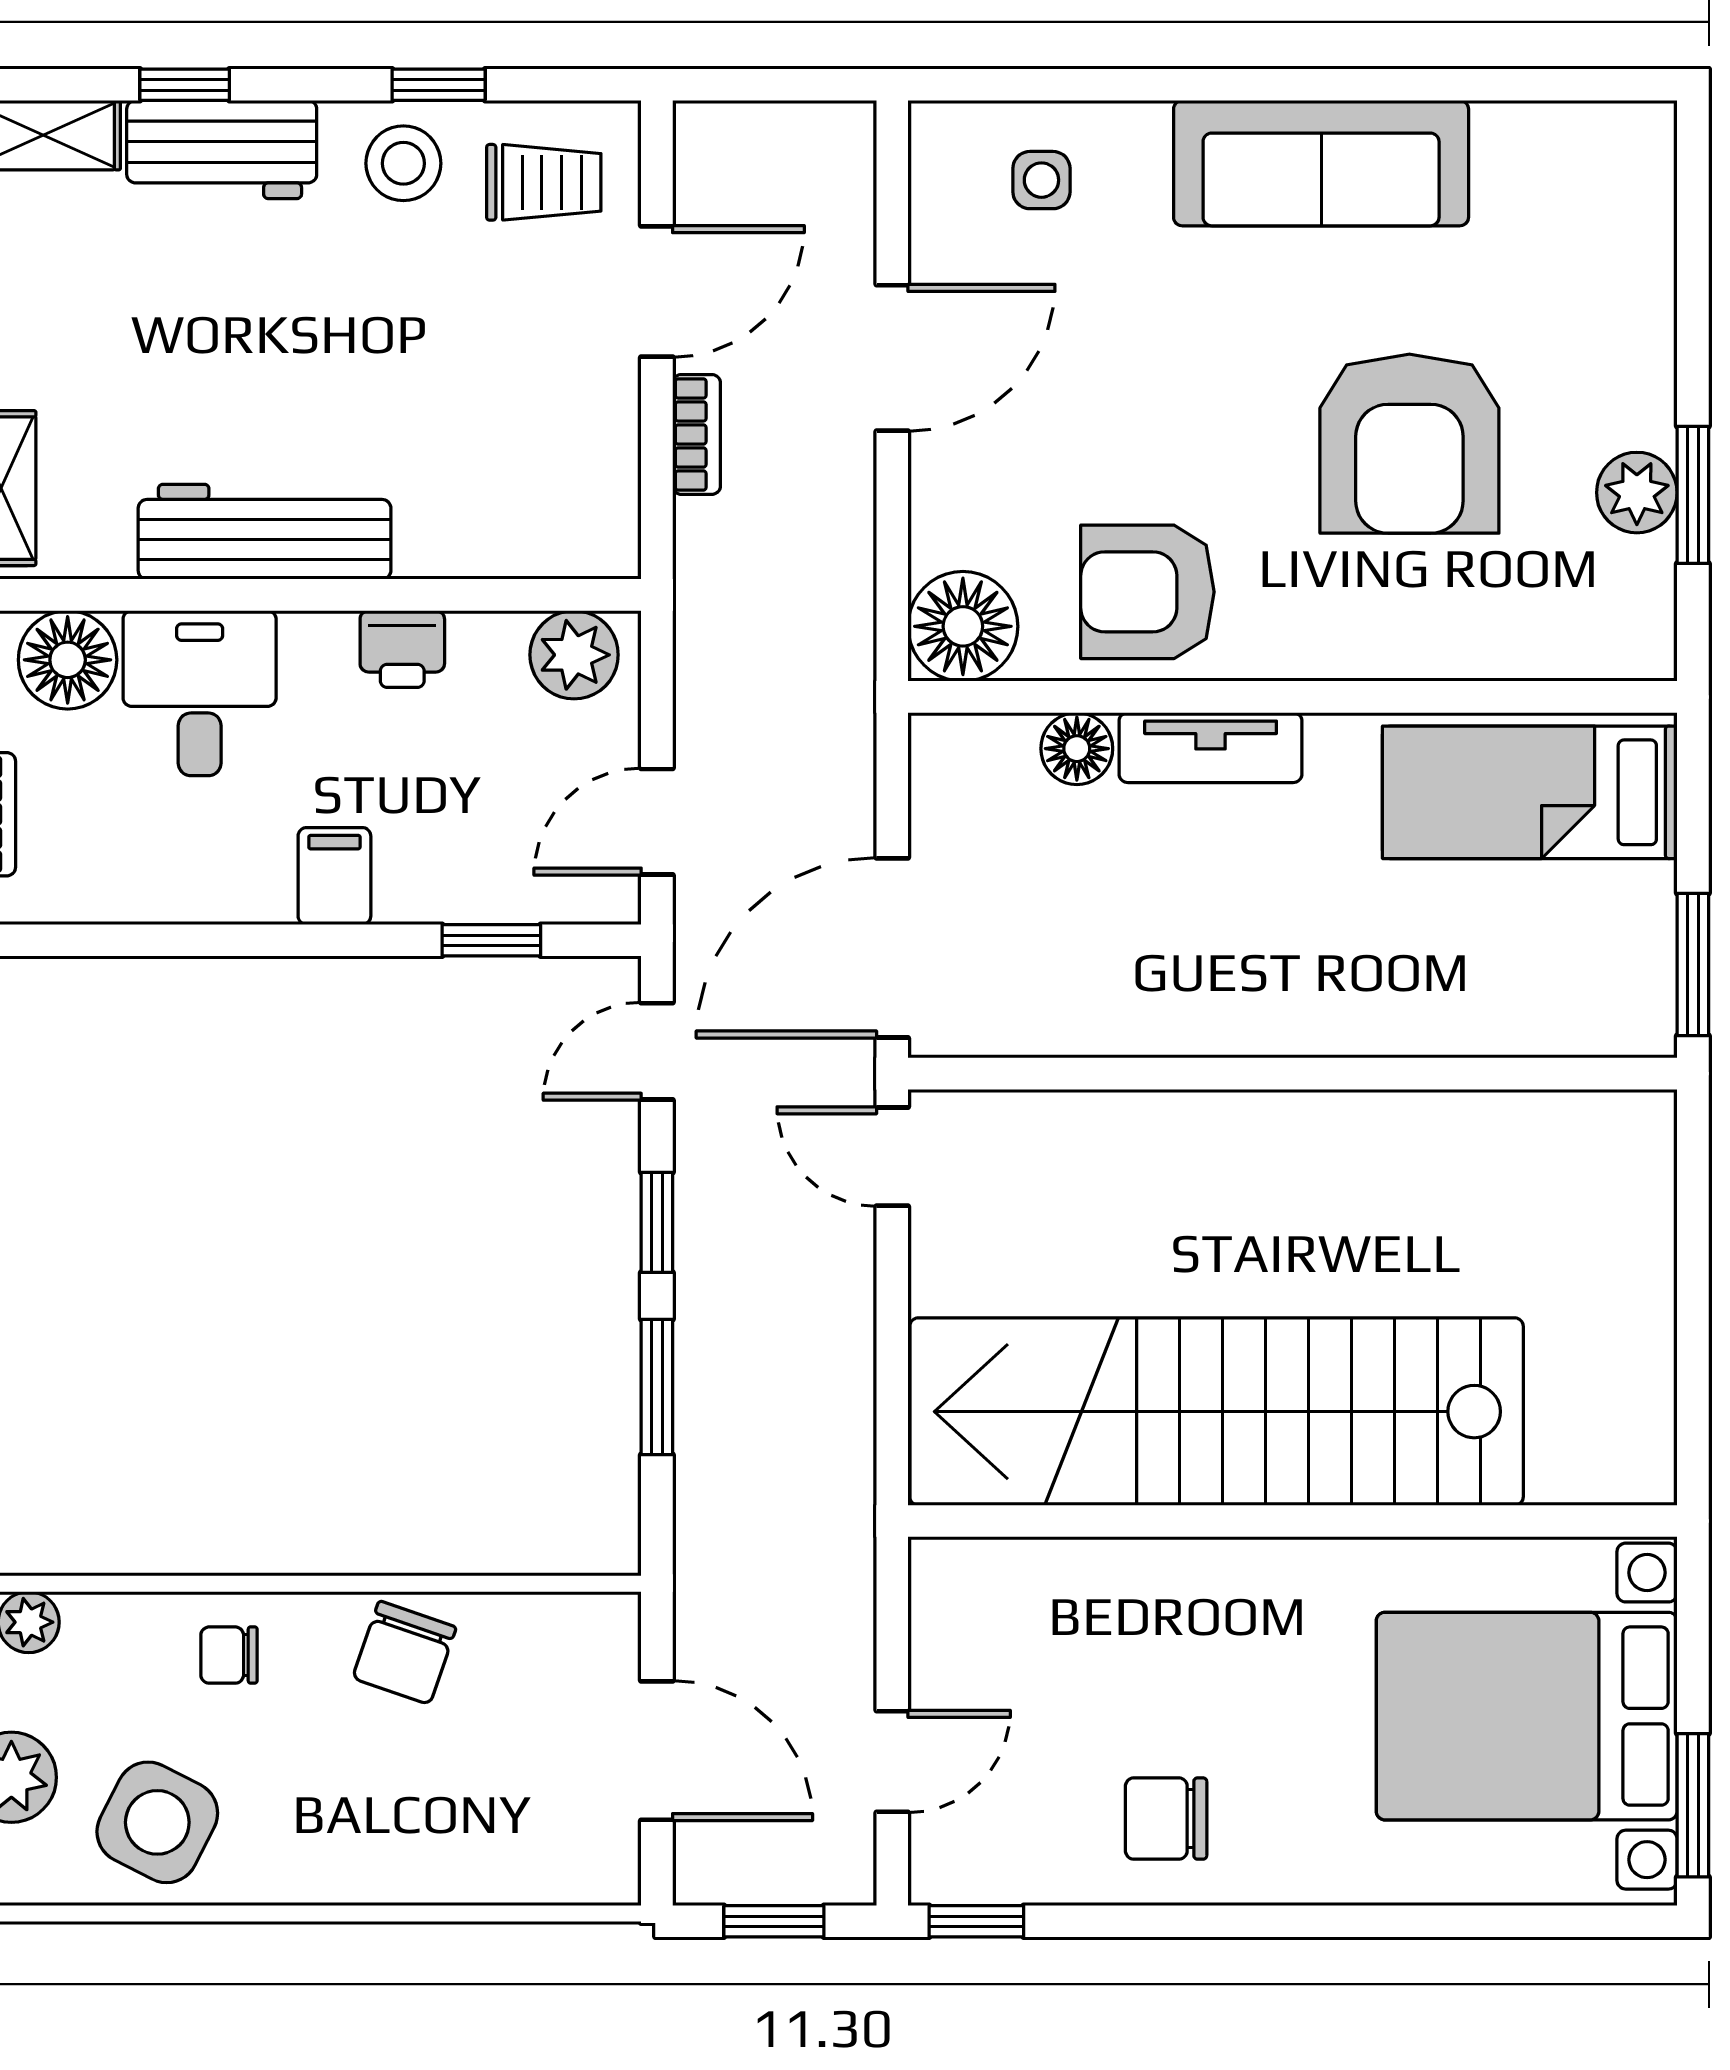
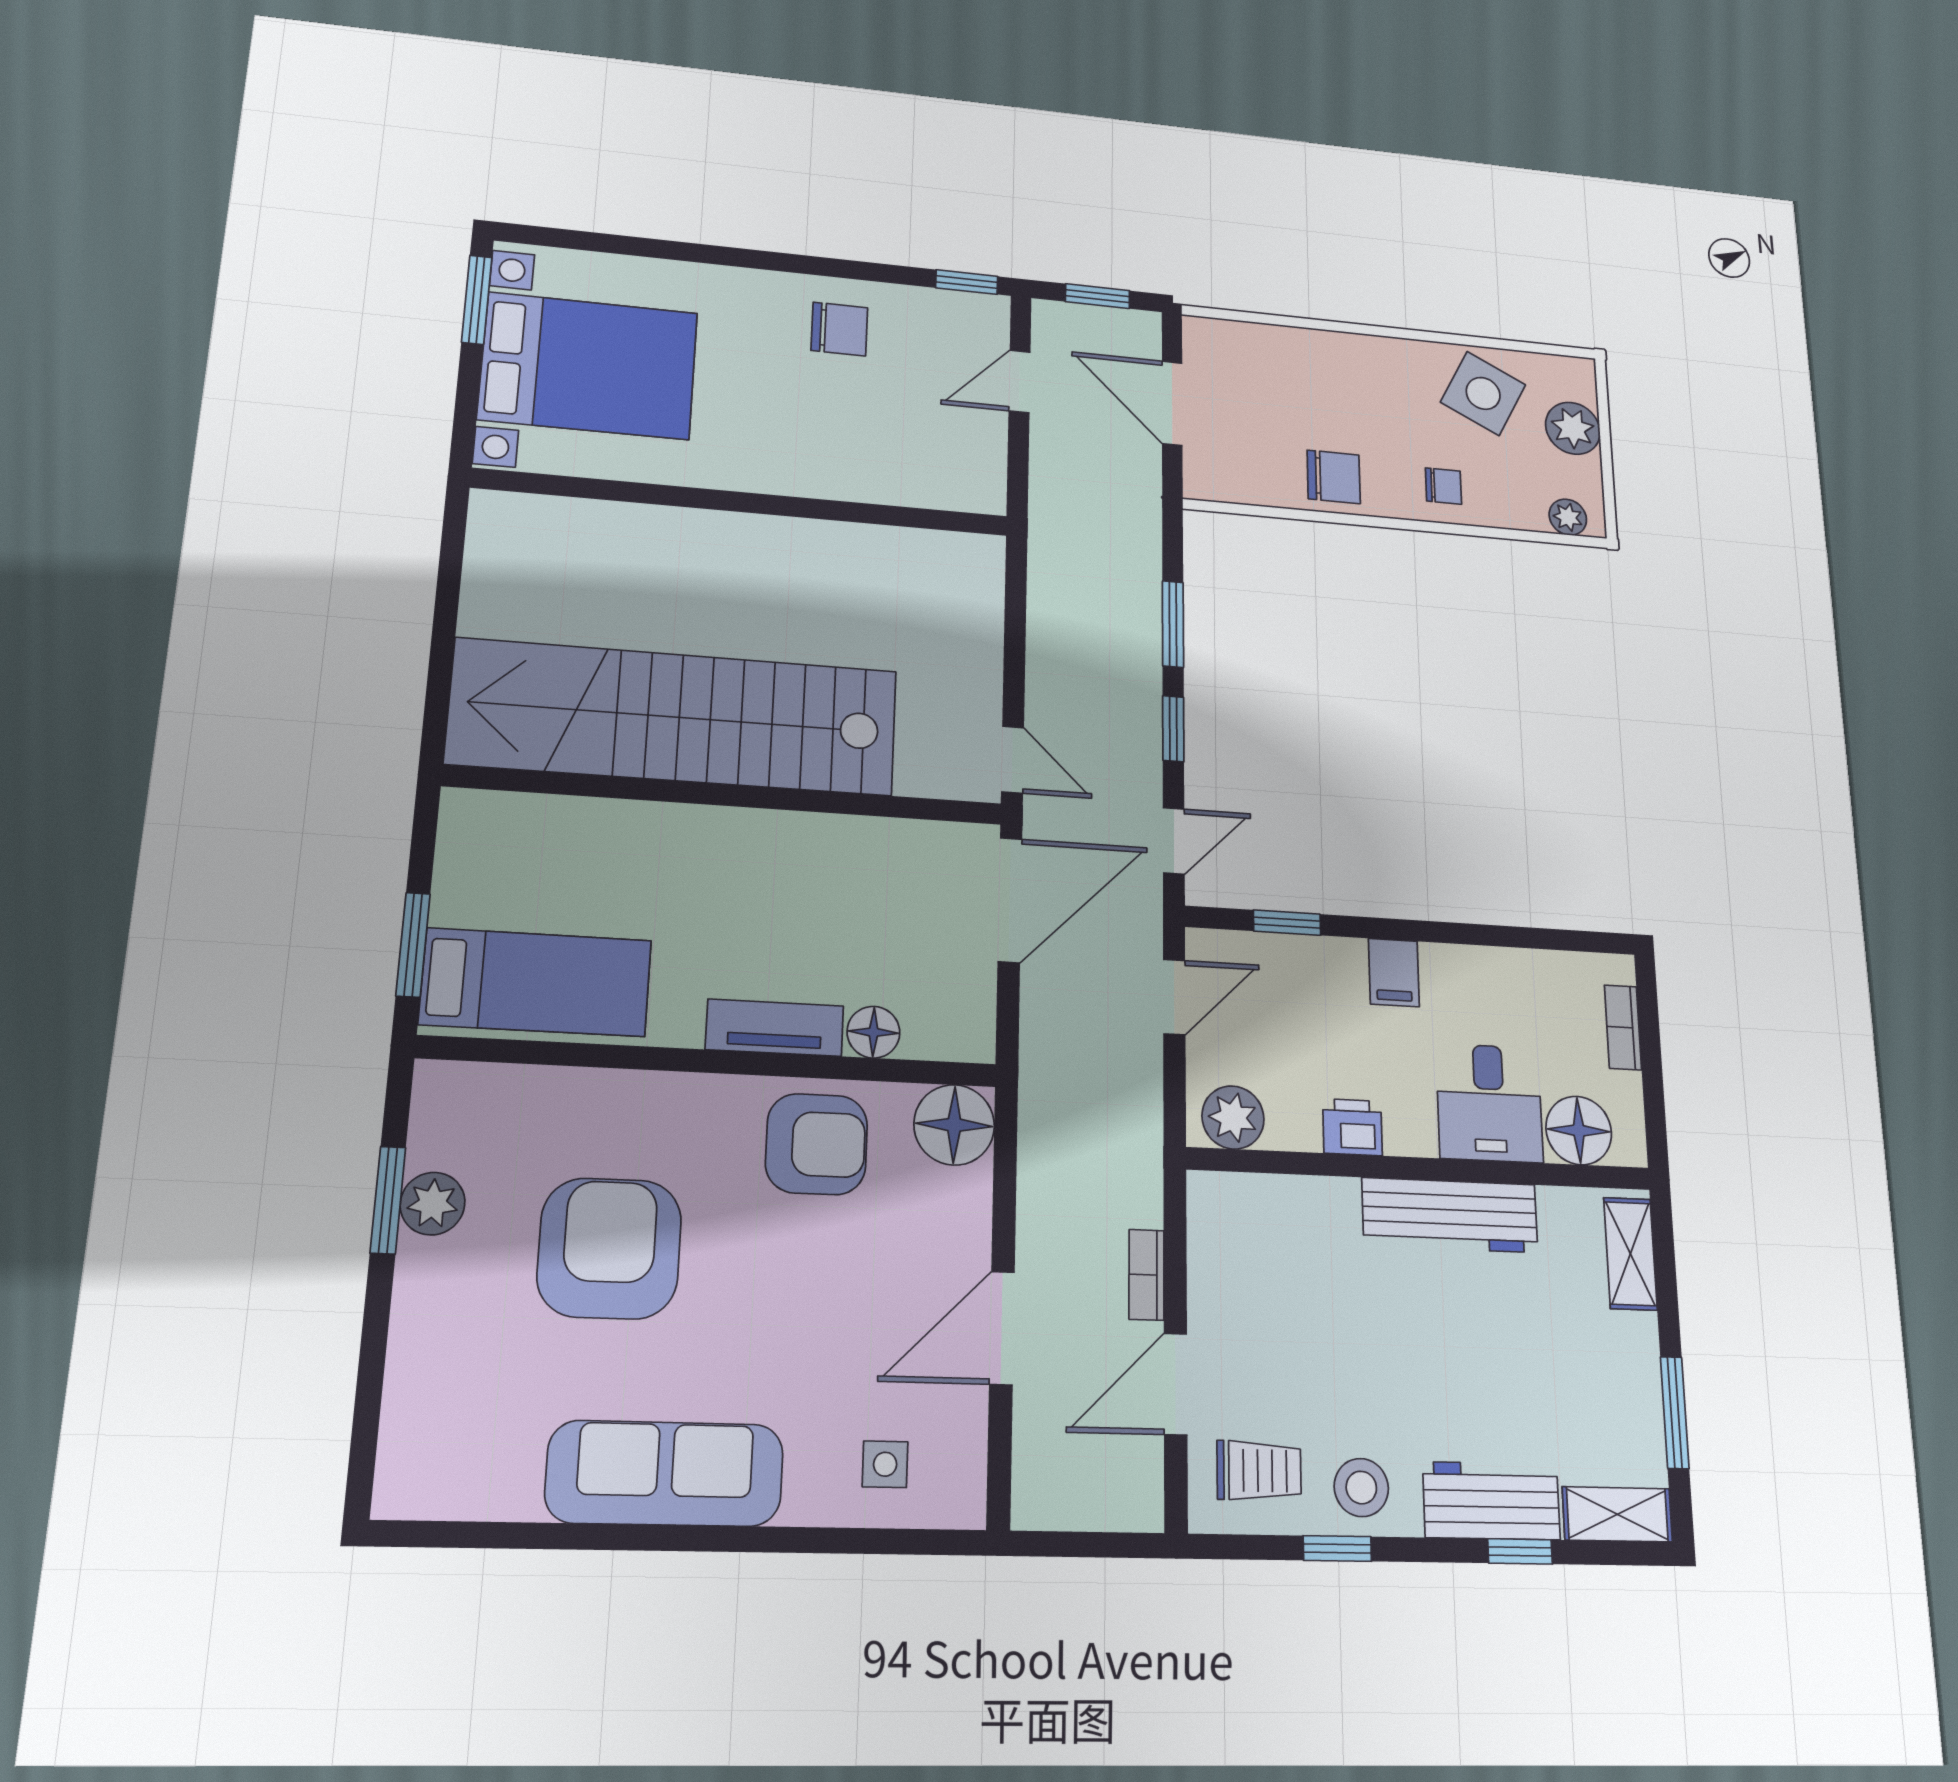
trolley: (544, 182) -> (1259, 1471), turned 180
window: (1693, 964) -> (413, 945), moved
stairs: (1217, 1412) -> (675, 717), moved, turned 180
chair: (404, 1653) -> (1334, 477), turned 71

